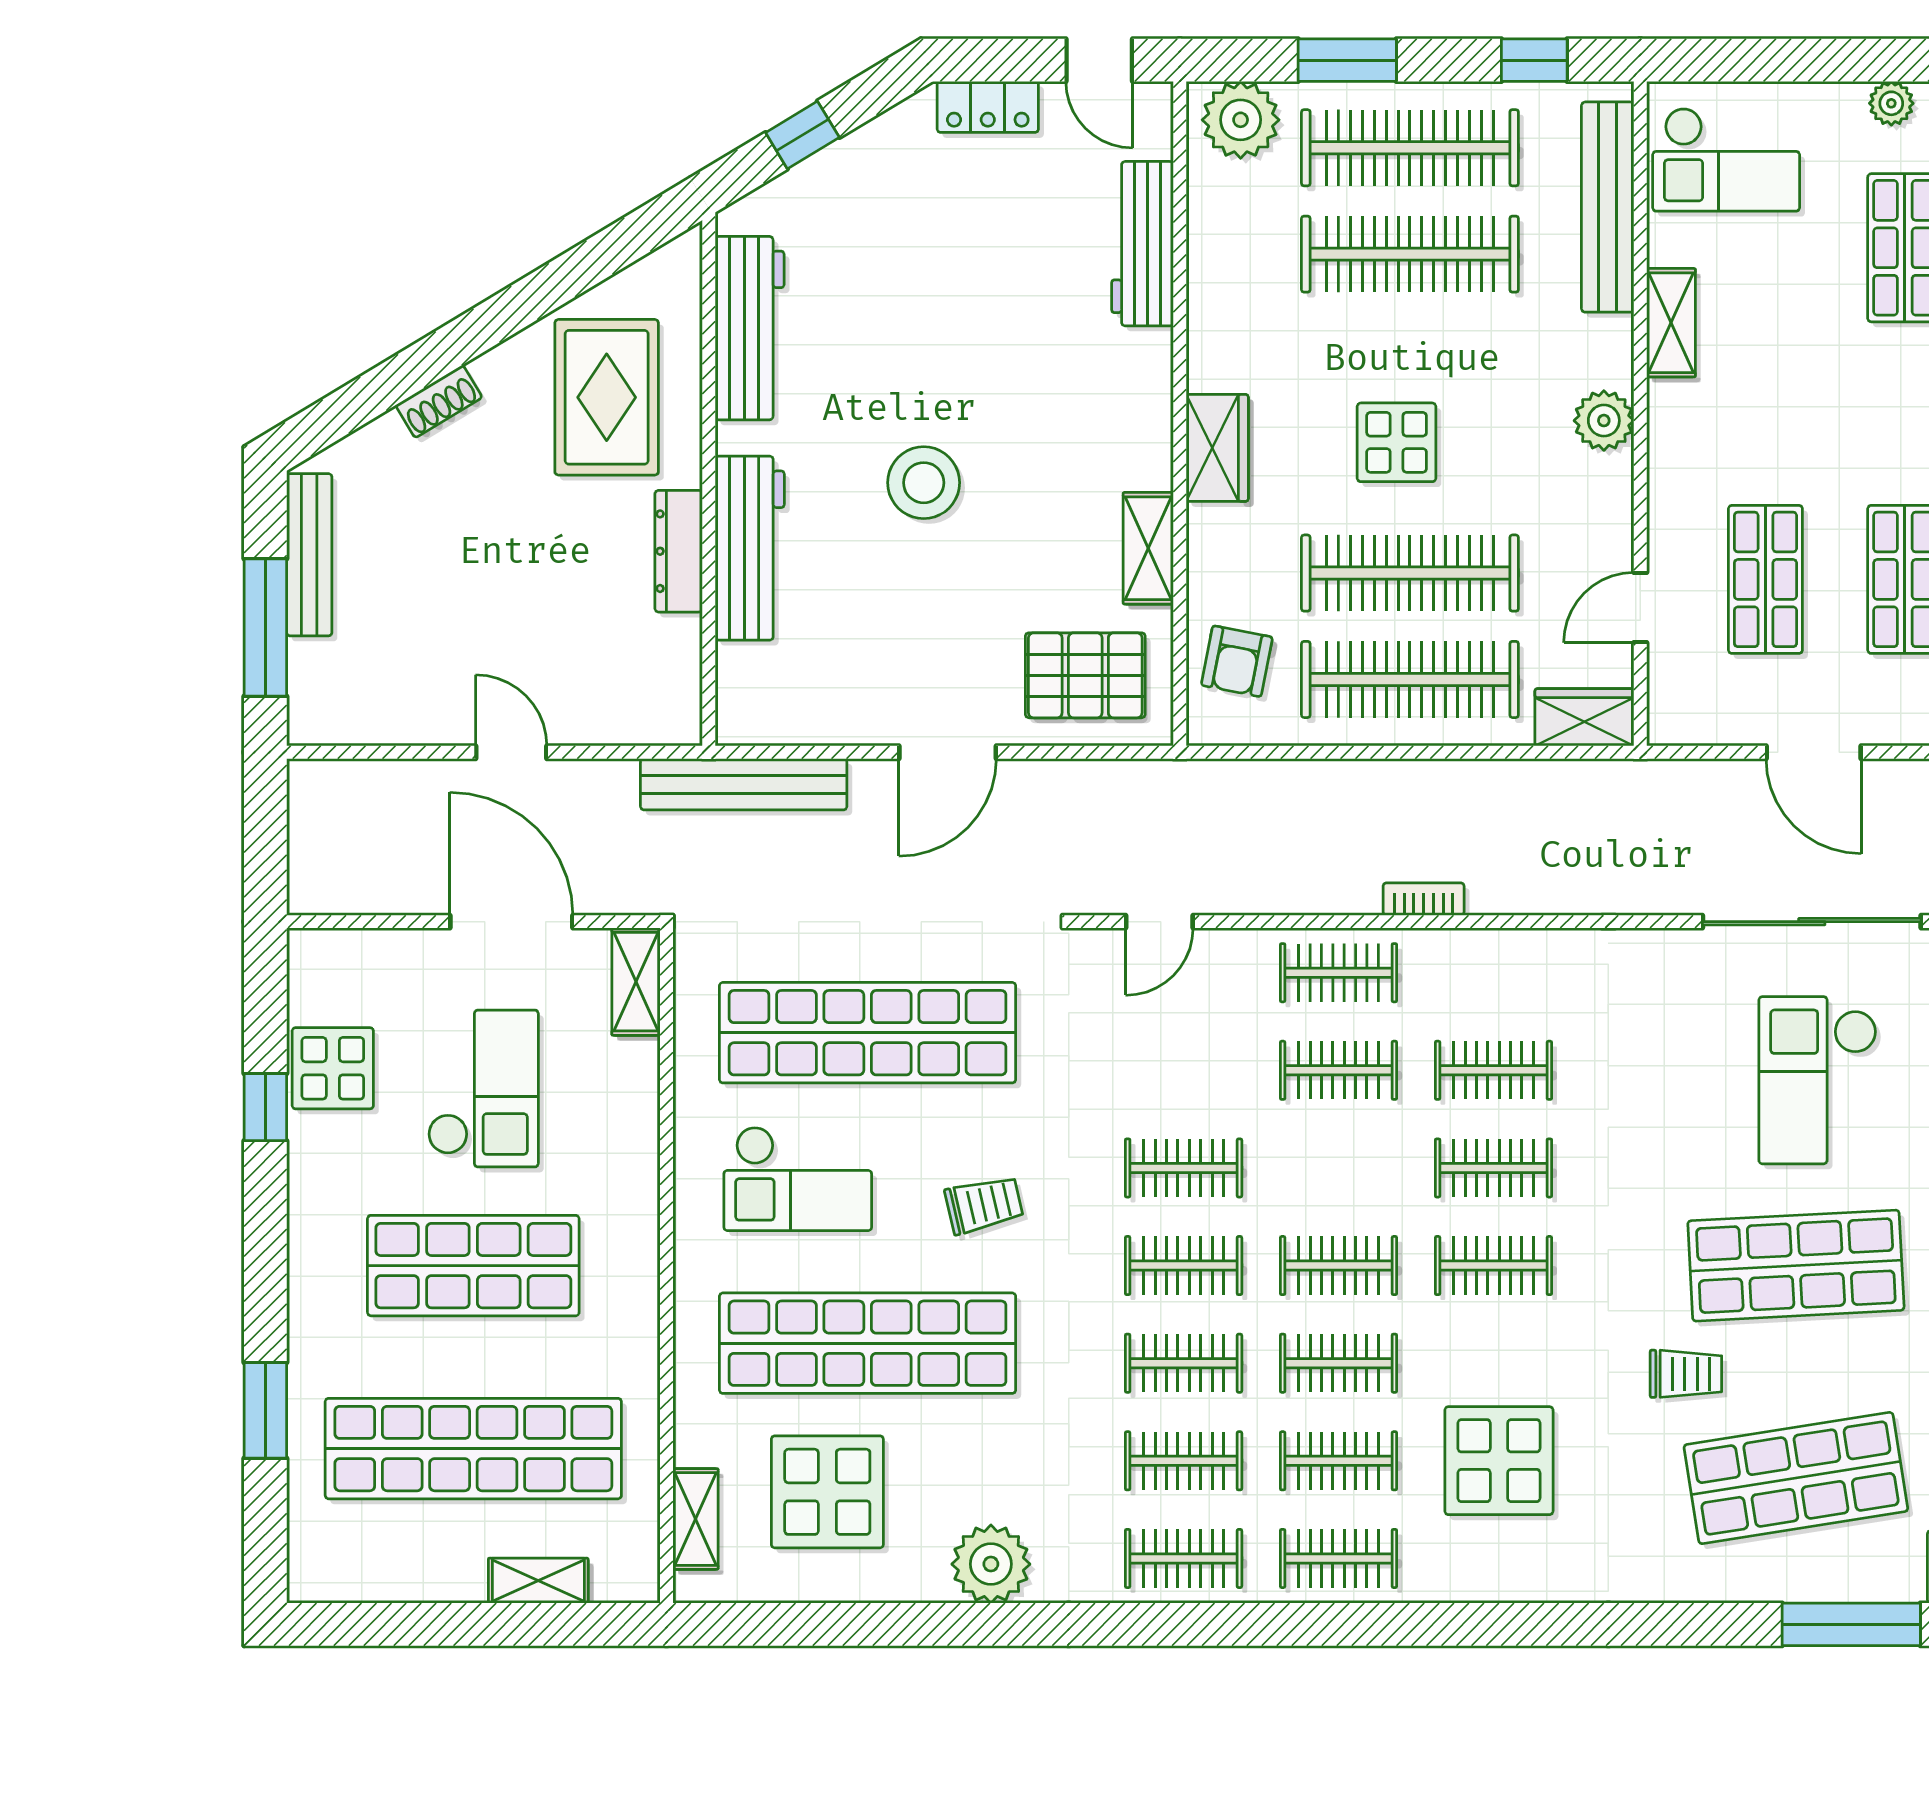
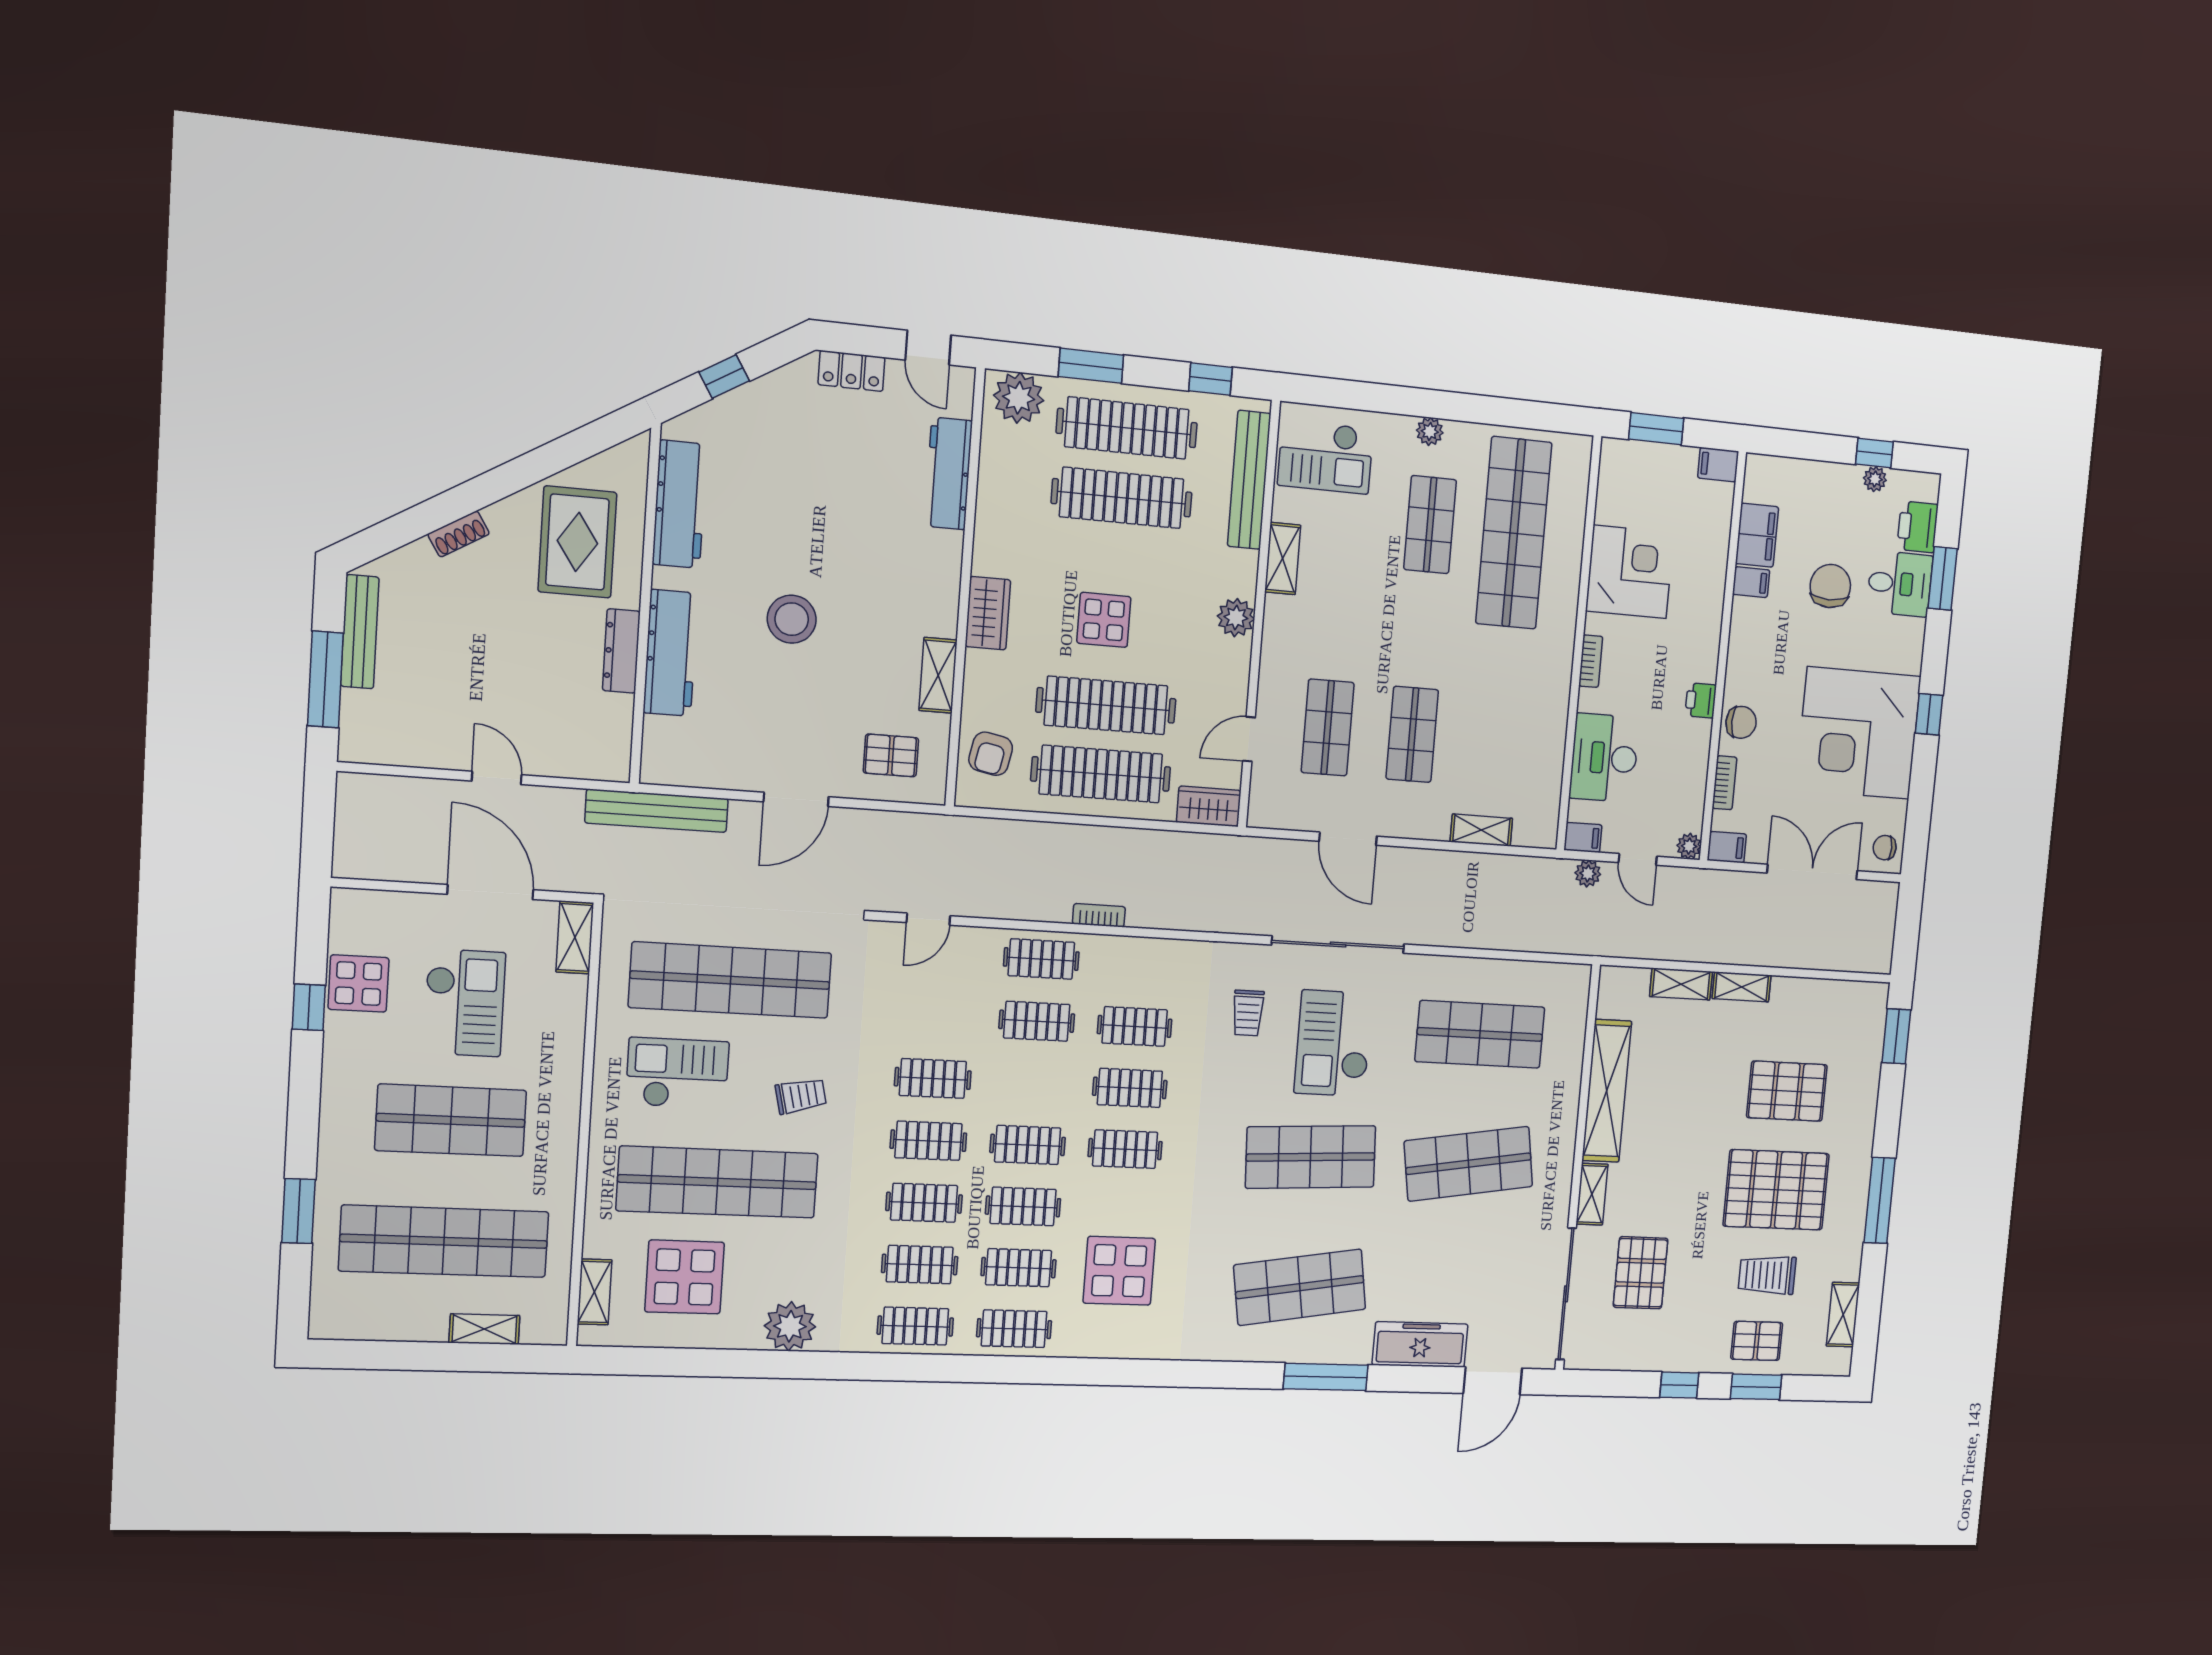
pallet: (1085, 675) -> (891, 755), width x0.67, depth x0.71
checkout: (798, 1179) -> (677, 1073), turned 180
trolley: (1686, 1374) -> (1248, 1013), moved, turned 90

